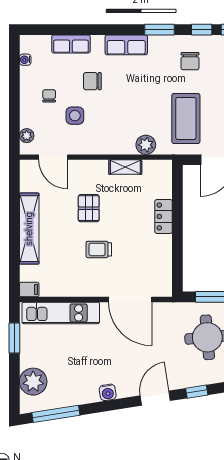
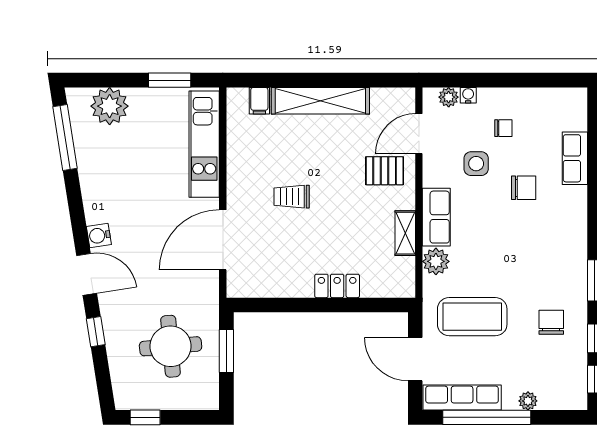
row of seats: (126, 45) -> (436, 217), moved, turned 180
water cooler: (25, 60) -> (468, 95), moved
chair: (190, 61) -> (551, 322), turned 90
chair: (92, 81) -> (524, 188), turned 90
pallet: (89, 208) -> (385, 171), moved
trolley: (99, 249) -> (292, 197), turned -90
filing cabinet: (29, 290) -> (259, 101), moved
water cooler: (108, 392) -> (99, 236), moved

